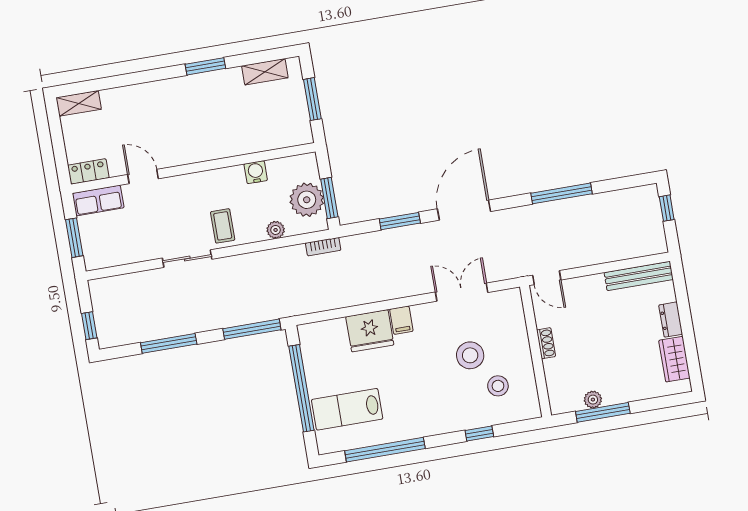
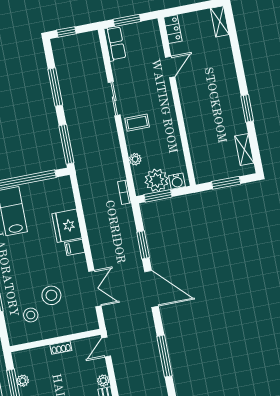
water cooler: (256, 172) -> (177, 181), moved, turned 90
row of seats: (98, 201) -> (115, 44), moved, turned 180
plant: (595, 283) -> (103, 381), added

